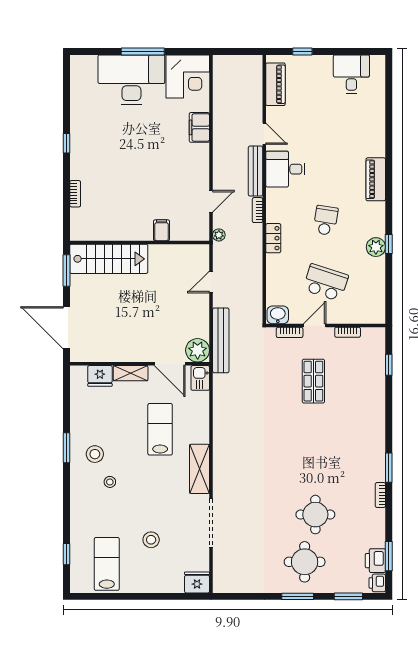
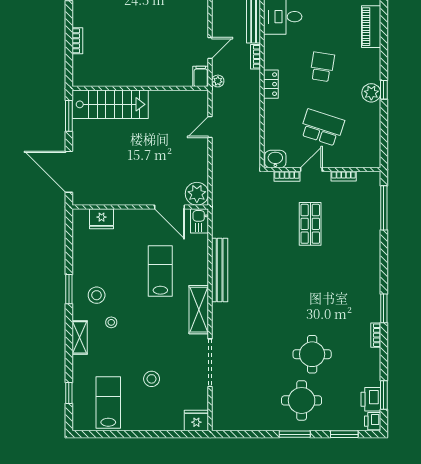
filing cabinet: (161, 230) -> (201, 76), moved
bench: (221, 340) -> (220, 270), moved
window: (389, 365) -> (384, 208), width x2.17
shelving: (131, 373) -> (80, 337), moved, turned 90

